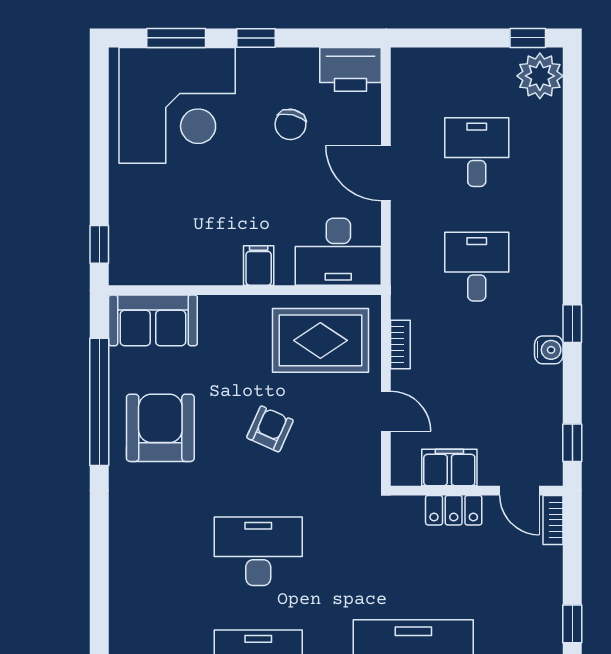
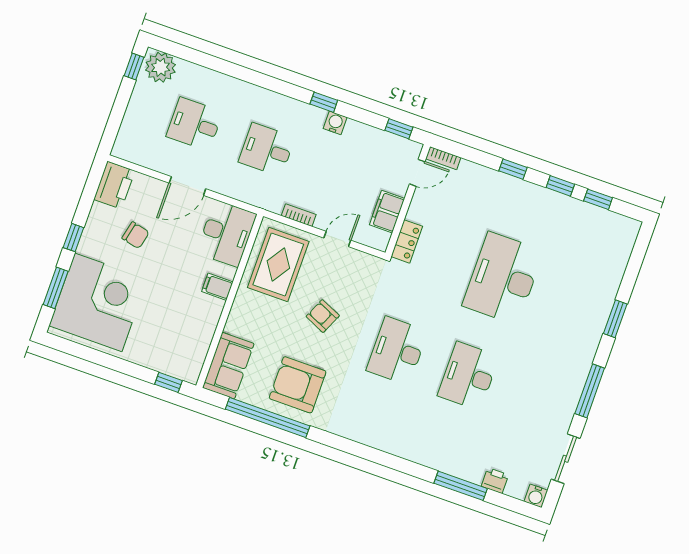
locker: (454, 510) -> (407, 241), moved

